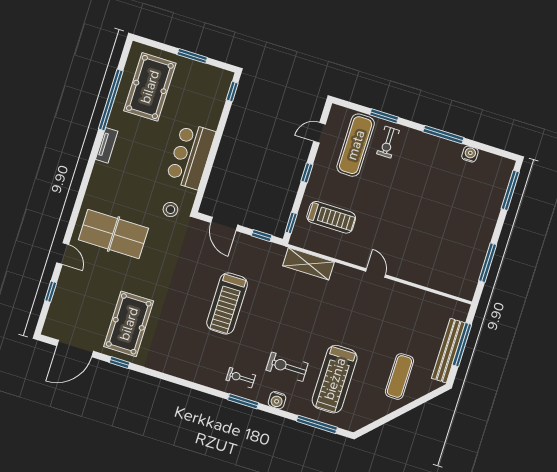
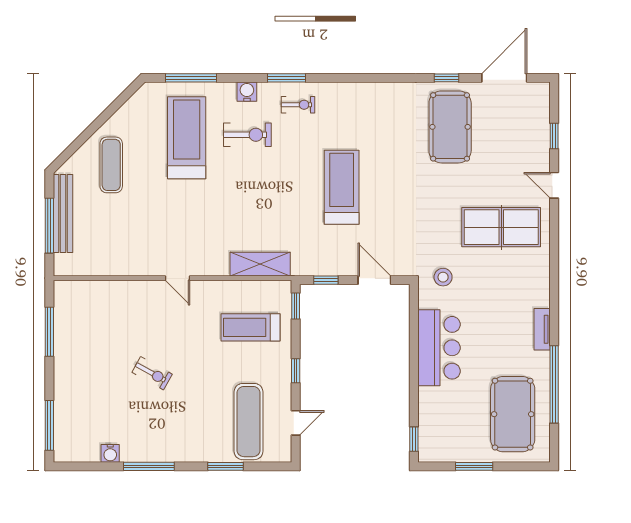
exercise bike: (388, 142) -> (152, 373), moved, turned 119

